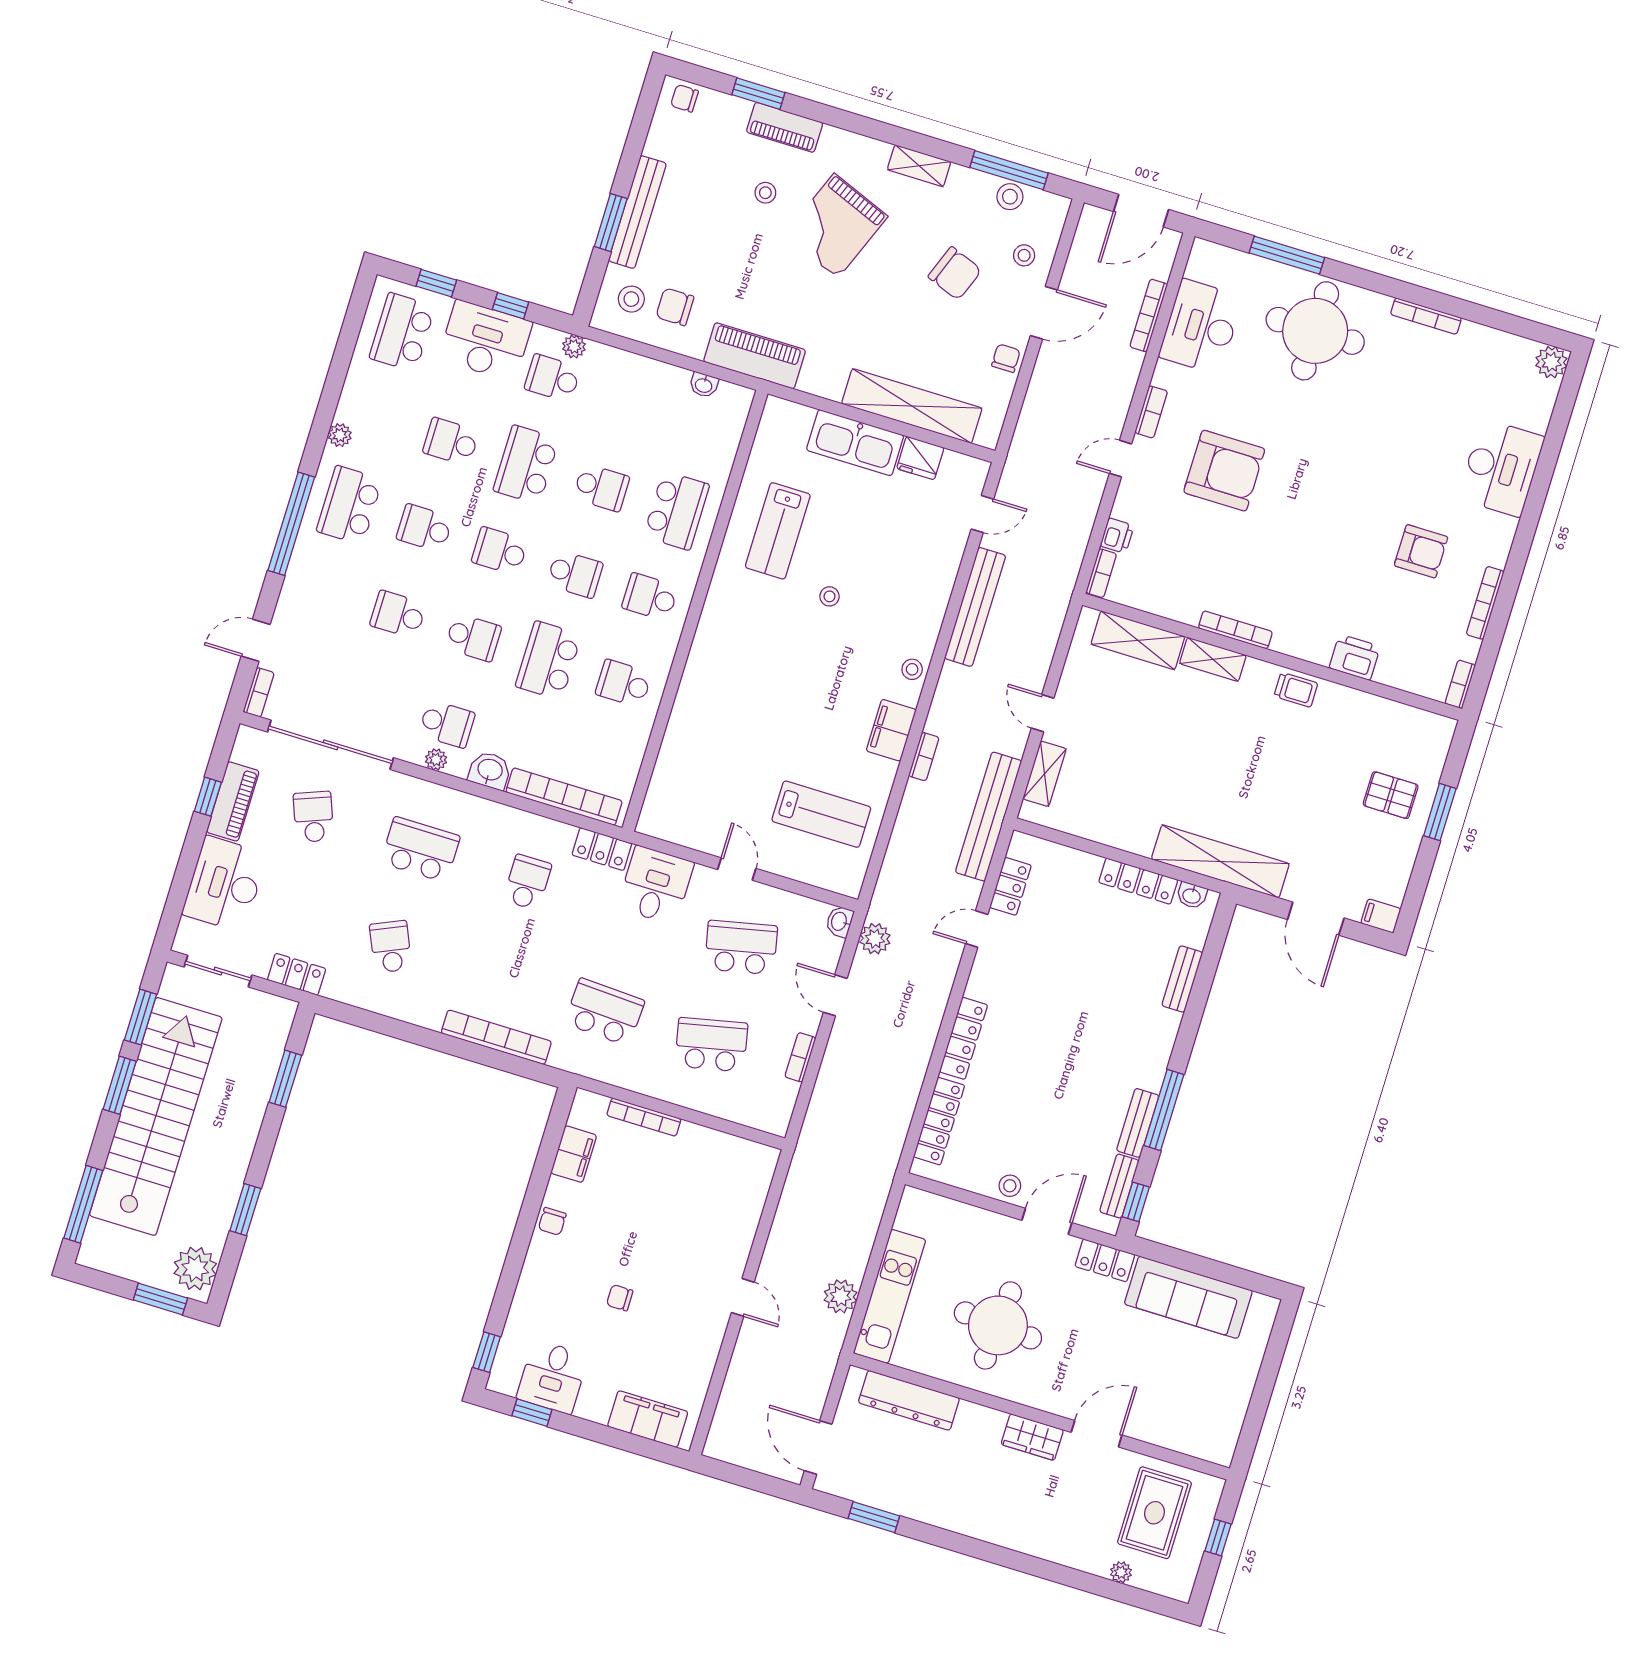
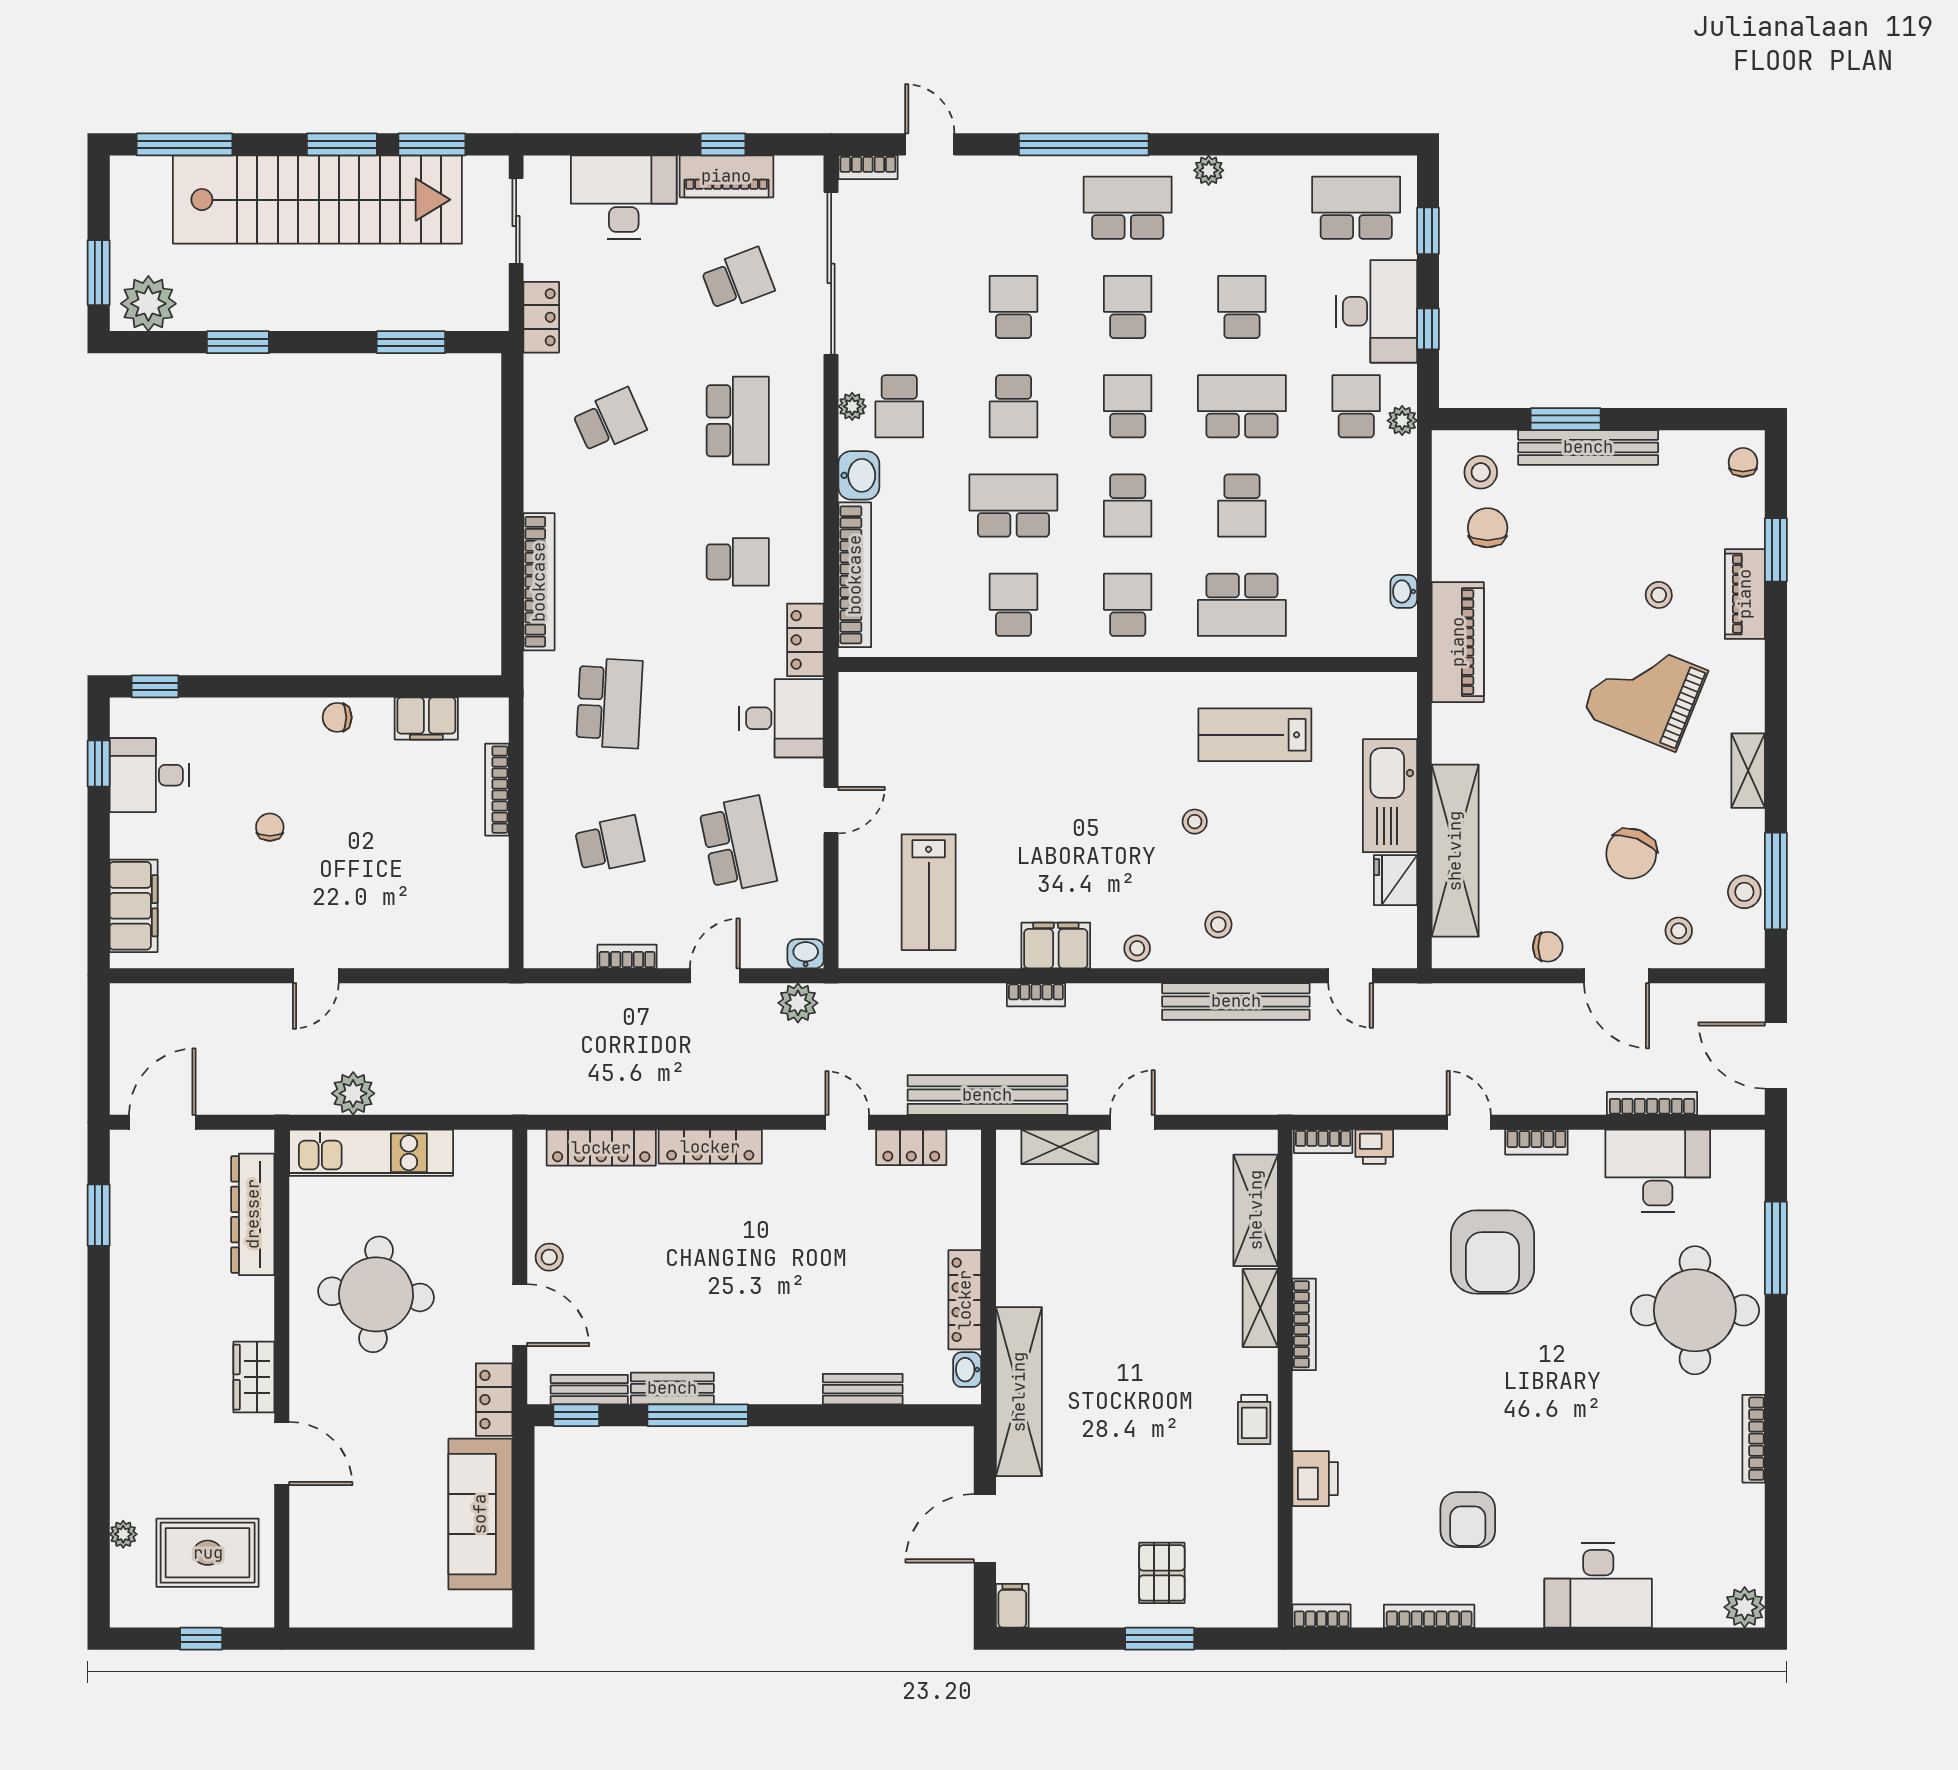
stool: (913, 602) -> (1218, 925), added
school desk: (711, 1045) -> (609, 844), width x0.54

